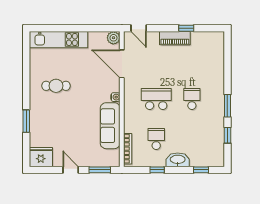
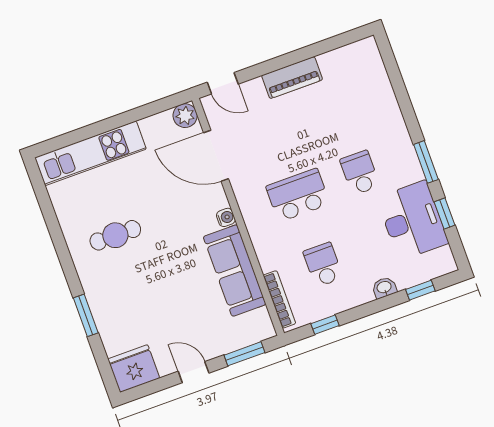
window: (186, 28) -> (306, 53), removed
desk: (210, 133) -> (412, 220), added
washbasin: (178, 160) -> (384, 288), width x0.52, depth x0.69
window: (157, 170) -> (325, 325), moved

